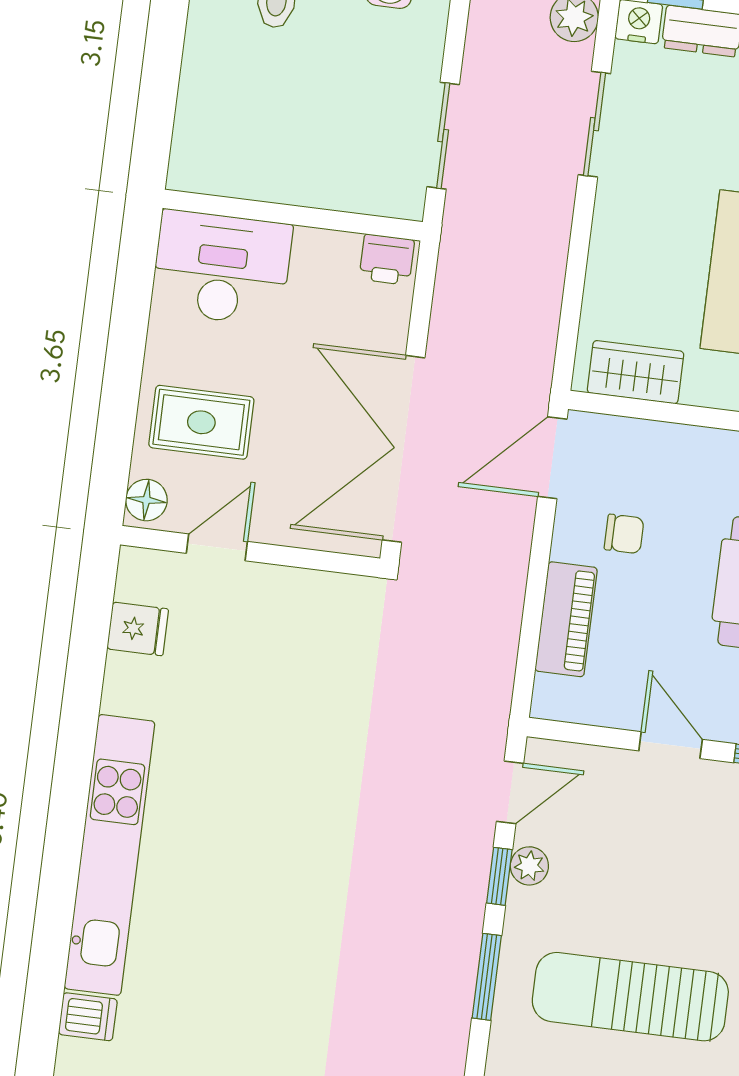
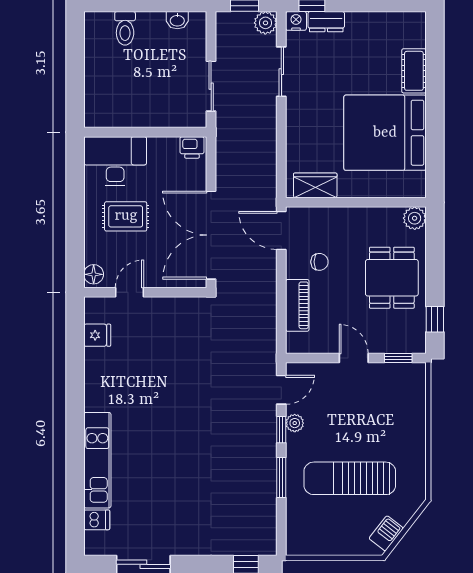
rug: (201, 422) -> (126, 216), moved
door: (552, 458) -> (281, 230), hinge flipped
kitchen unit: (109, 855) -> (97, 460), width x0.73

